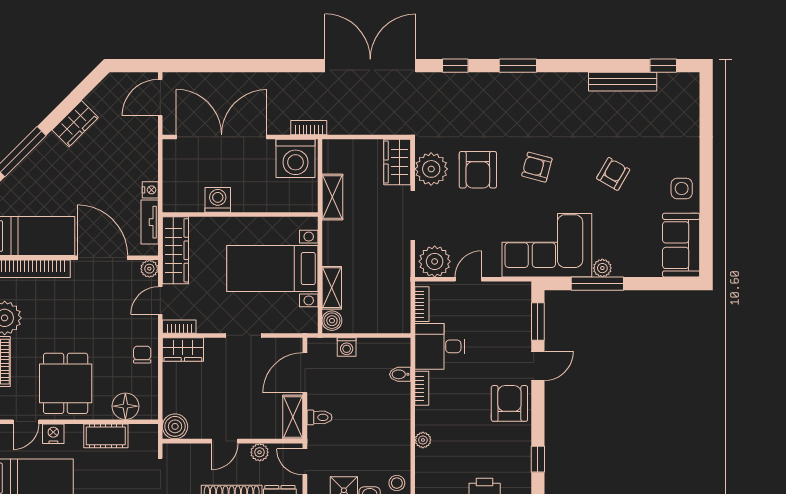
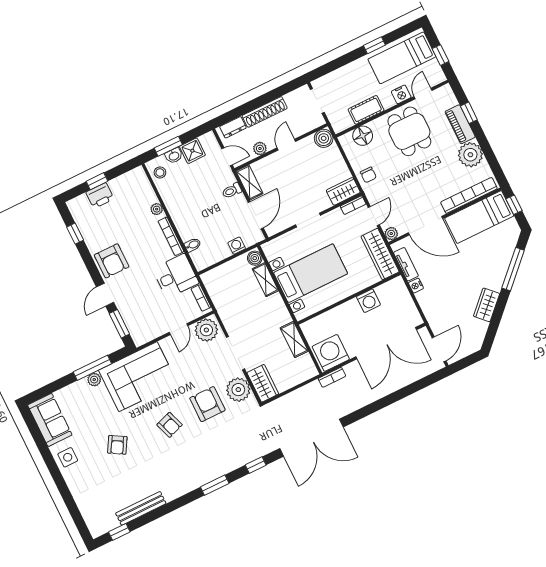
armchair: (537, 167) -> (170, 425), turned 56
bookcase: (422, 388) -> (171, 236), width x1.56

